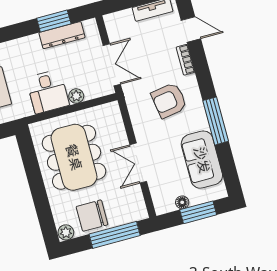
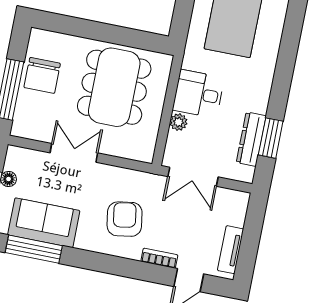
window: (216, 121) -> (34, 249), moved
dining table: (74, 157) -> (114, 87), turned 90
chair: (92, 216) -> (42, 75), turned 180
plant: (66, 232) -> (38, 39), removed

